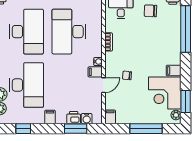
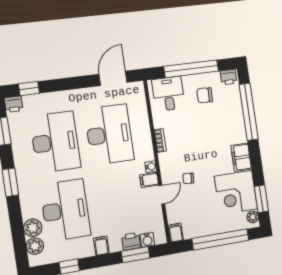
desk: (69, 32) -> (109, 134), turned 180
filing cabinet: (174, 71) -> (241, 157), width x2.00
window: (146, 129) -> (220, 239), width x1.46

